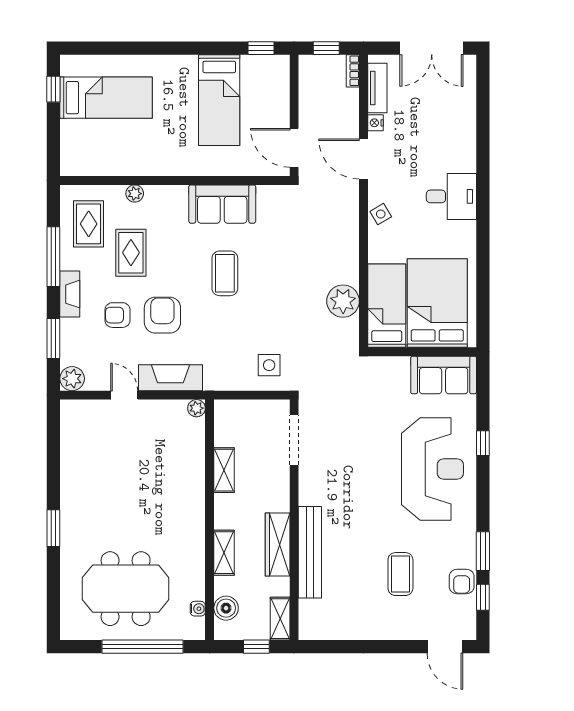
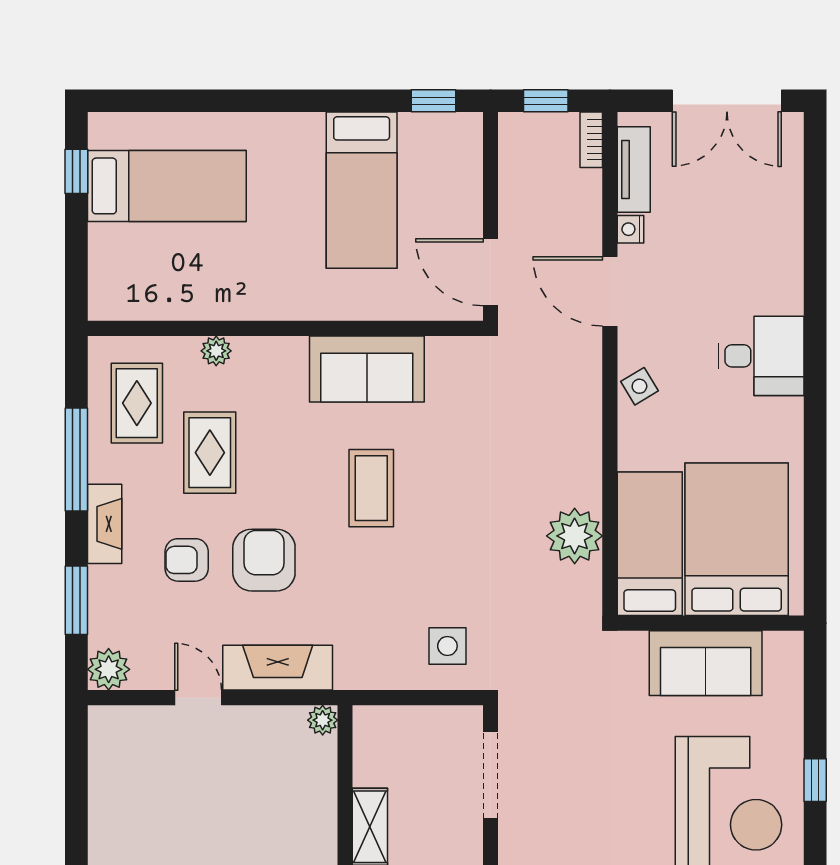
sofa: (444, 375) -> (706, 663), moved

